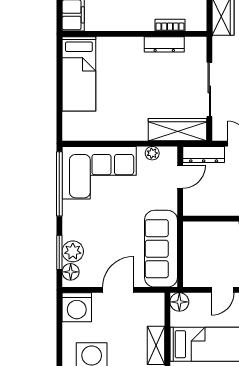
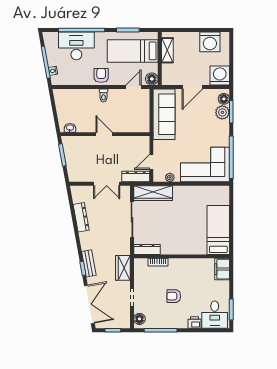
dresser: (164, 44) -> (147, 249), moved
door: (223, 290) -> (133, 87), moved

